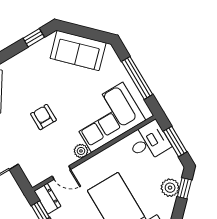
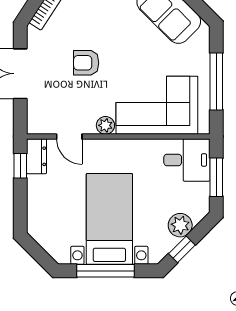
armchair: (43, 117) -> (86, 63), turned -90
window: (184, 188) -> (182, 249), moved

